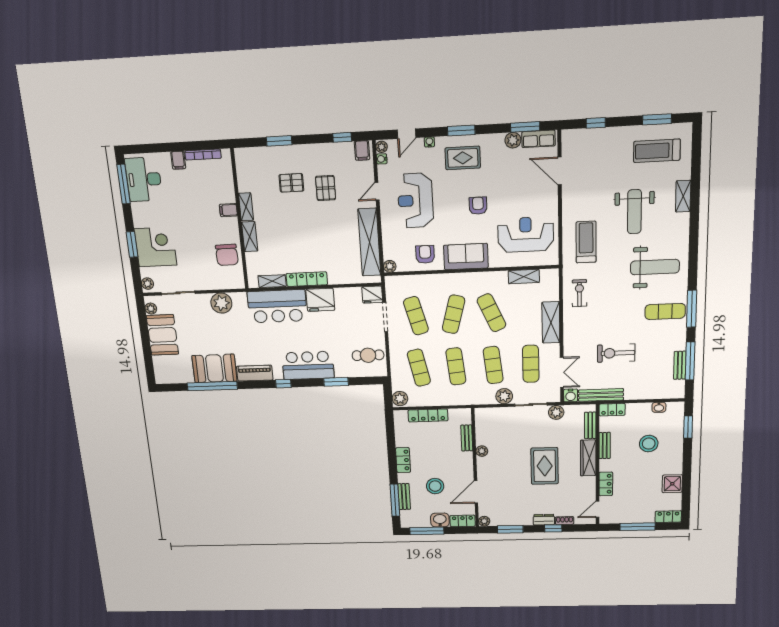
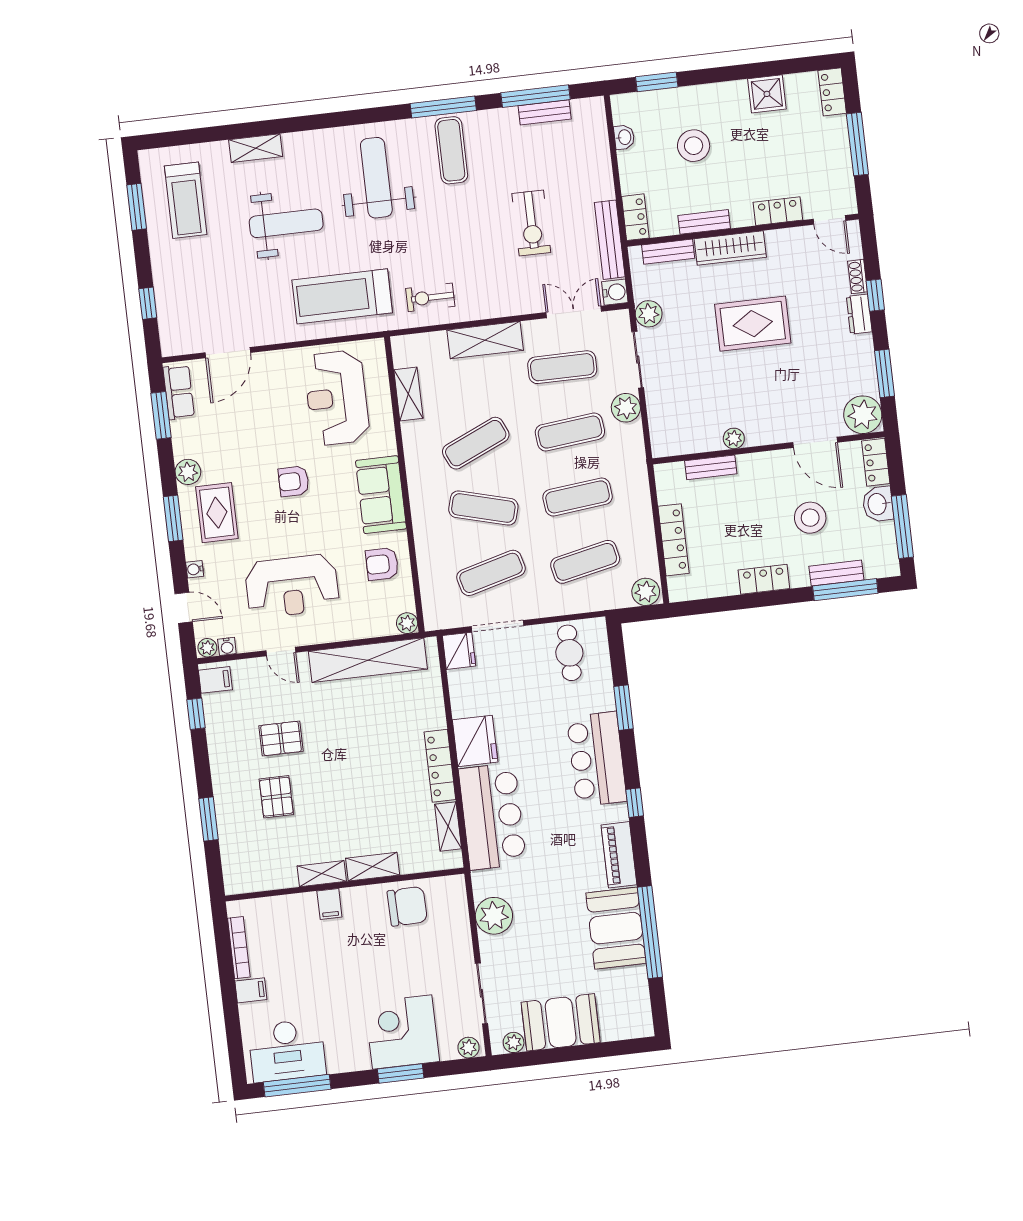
plant: (513, 140) -> (188, 472), moved
treadmill: (586, 242) -> (342, 296), width x1.37, depth x1.38
plant: (484, 521) -> (863, 415), width x1.88, depth x1.88

